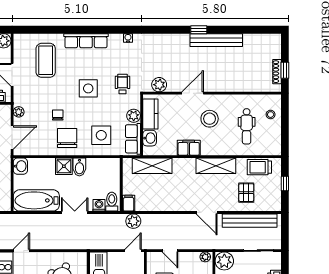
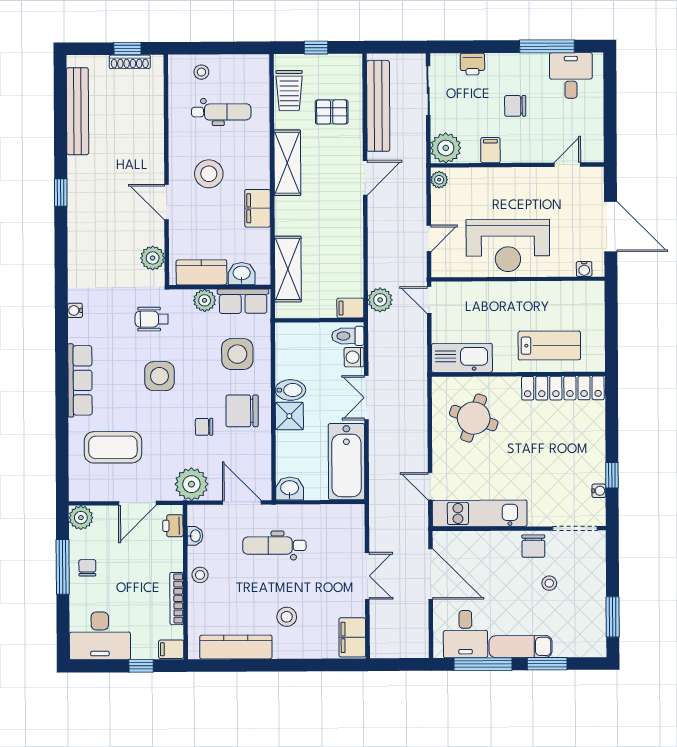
bench: (216, 40) -> (78, 111), moved
plant: (19, 112) -> (191, 484), width x1.87, depth x1.87

